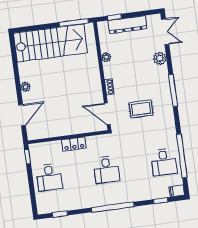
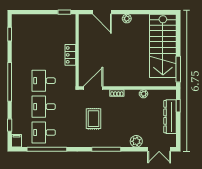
desk: (49, 177) -> (44, 107), moved

